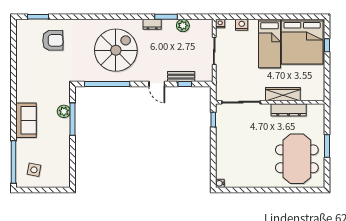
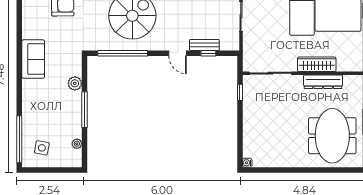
window: (73, 119) -> (84, 110), moved
sofa: (26, 120) -> (33, 59), moved
plant: (66, 166) -> (77, 144), added

